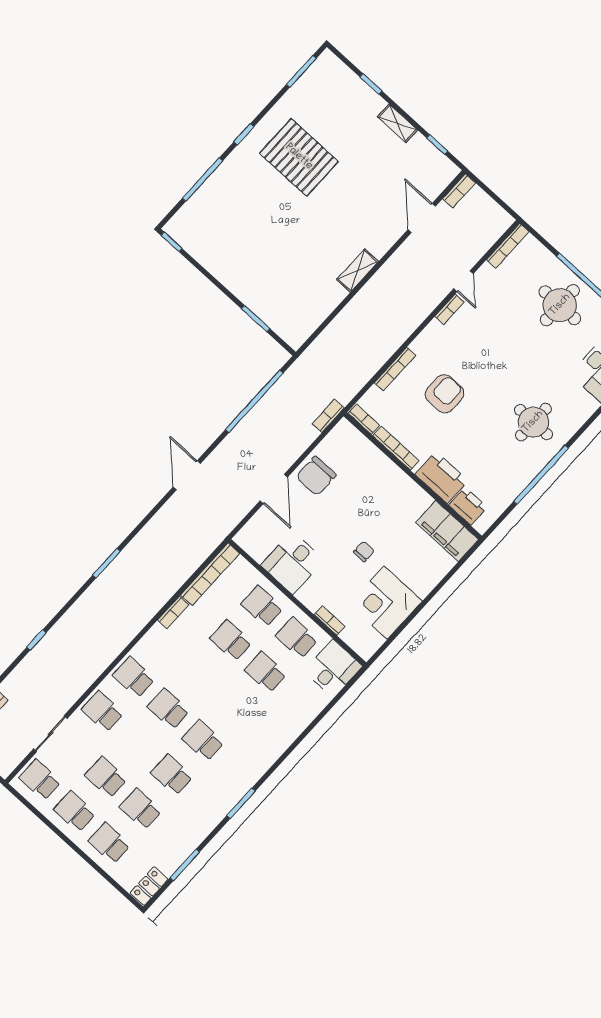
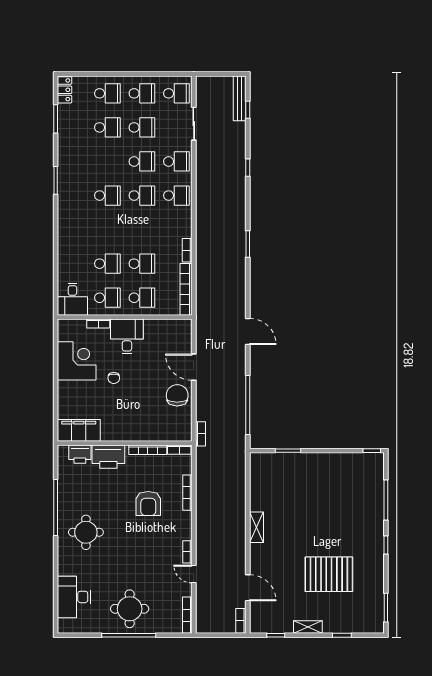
pallet: (299, 157) -> (329, 574), moved
desk: (292, 563) -> (127, 336), moved
school desk: (172, 775) -> (142, 161), moved

